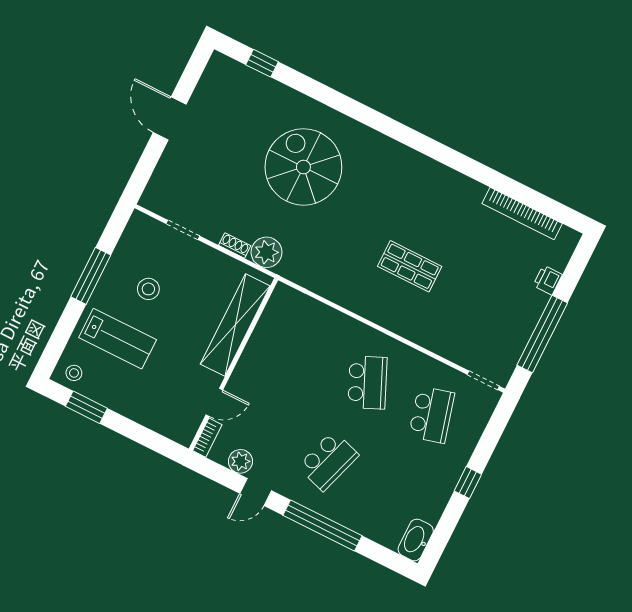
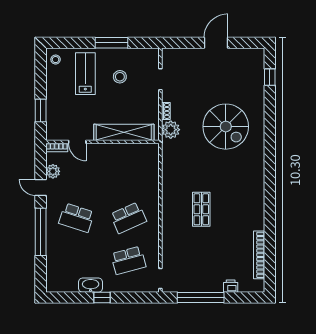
spiral stairs: (303, 167) -> (226, 127), turned 90
lab bench: (118, 339) -> (85, 74), turned 180
window: (86, 407) -> (41, 110), moved
washbasin: (416, 540) -> (91, 285), moved

